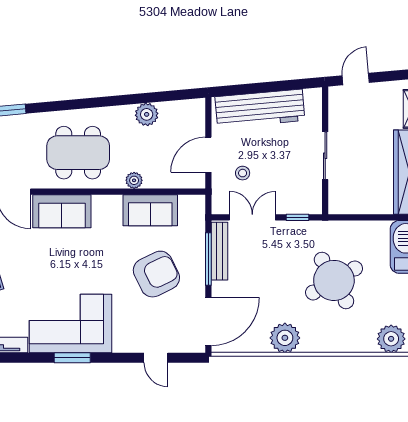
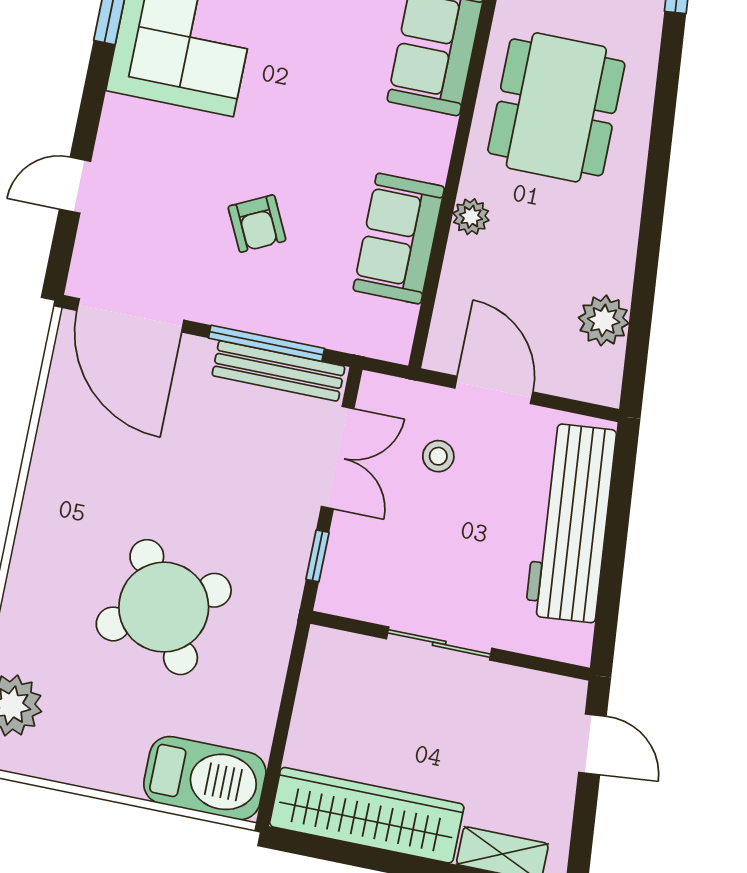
plant: (147, 114) -> (604, 320), moved
armchair: (156, 274) -> (257, 224), width x0.53, depth x0.53
plant: (285, 338) -> (61, 475), removed

